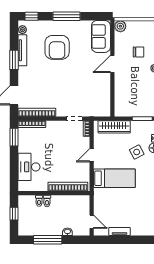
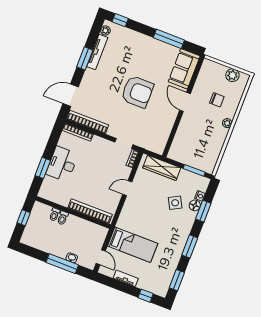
window: (67, 16) -> (169, 39), moved
plant: (120, 26) -> (232, 75), moved
armchair: (57, 47) -> (137, 92), moved, turned -90
door: (112, 64) -> (185, 102), hinge flipped
window: (14, 137) -> (43, 168), moved
desk: (29, 167) -> (62, 164), moved
bed: (114, 178) -> (133, 245), moved
window: (48, 240) -> (62, 264), moved
window: (142, 240) -> (146, 296), added

